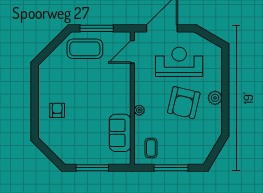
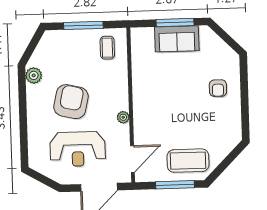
plant: (215, 98) -> (34, 75), moved
plant: (139, 110) -> (123, 117), moved
sofa: (120, 133) -> (177, 39), moved, turned 90

